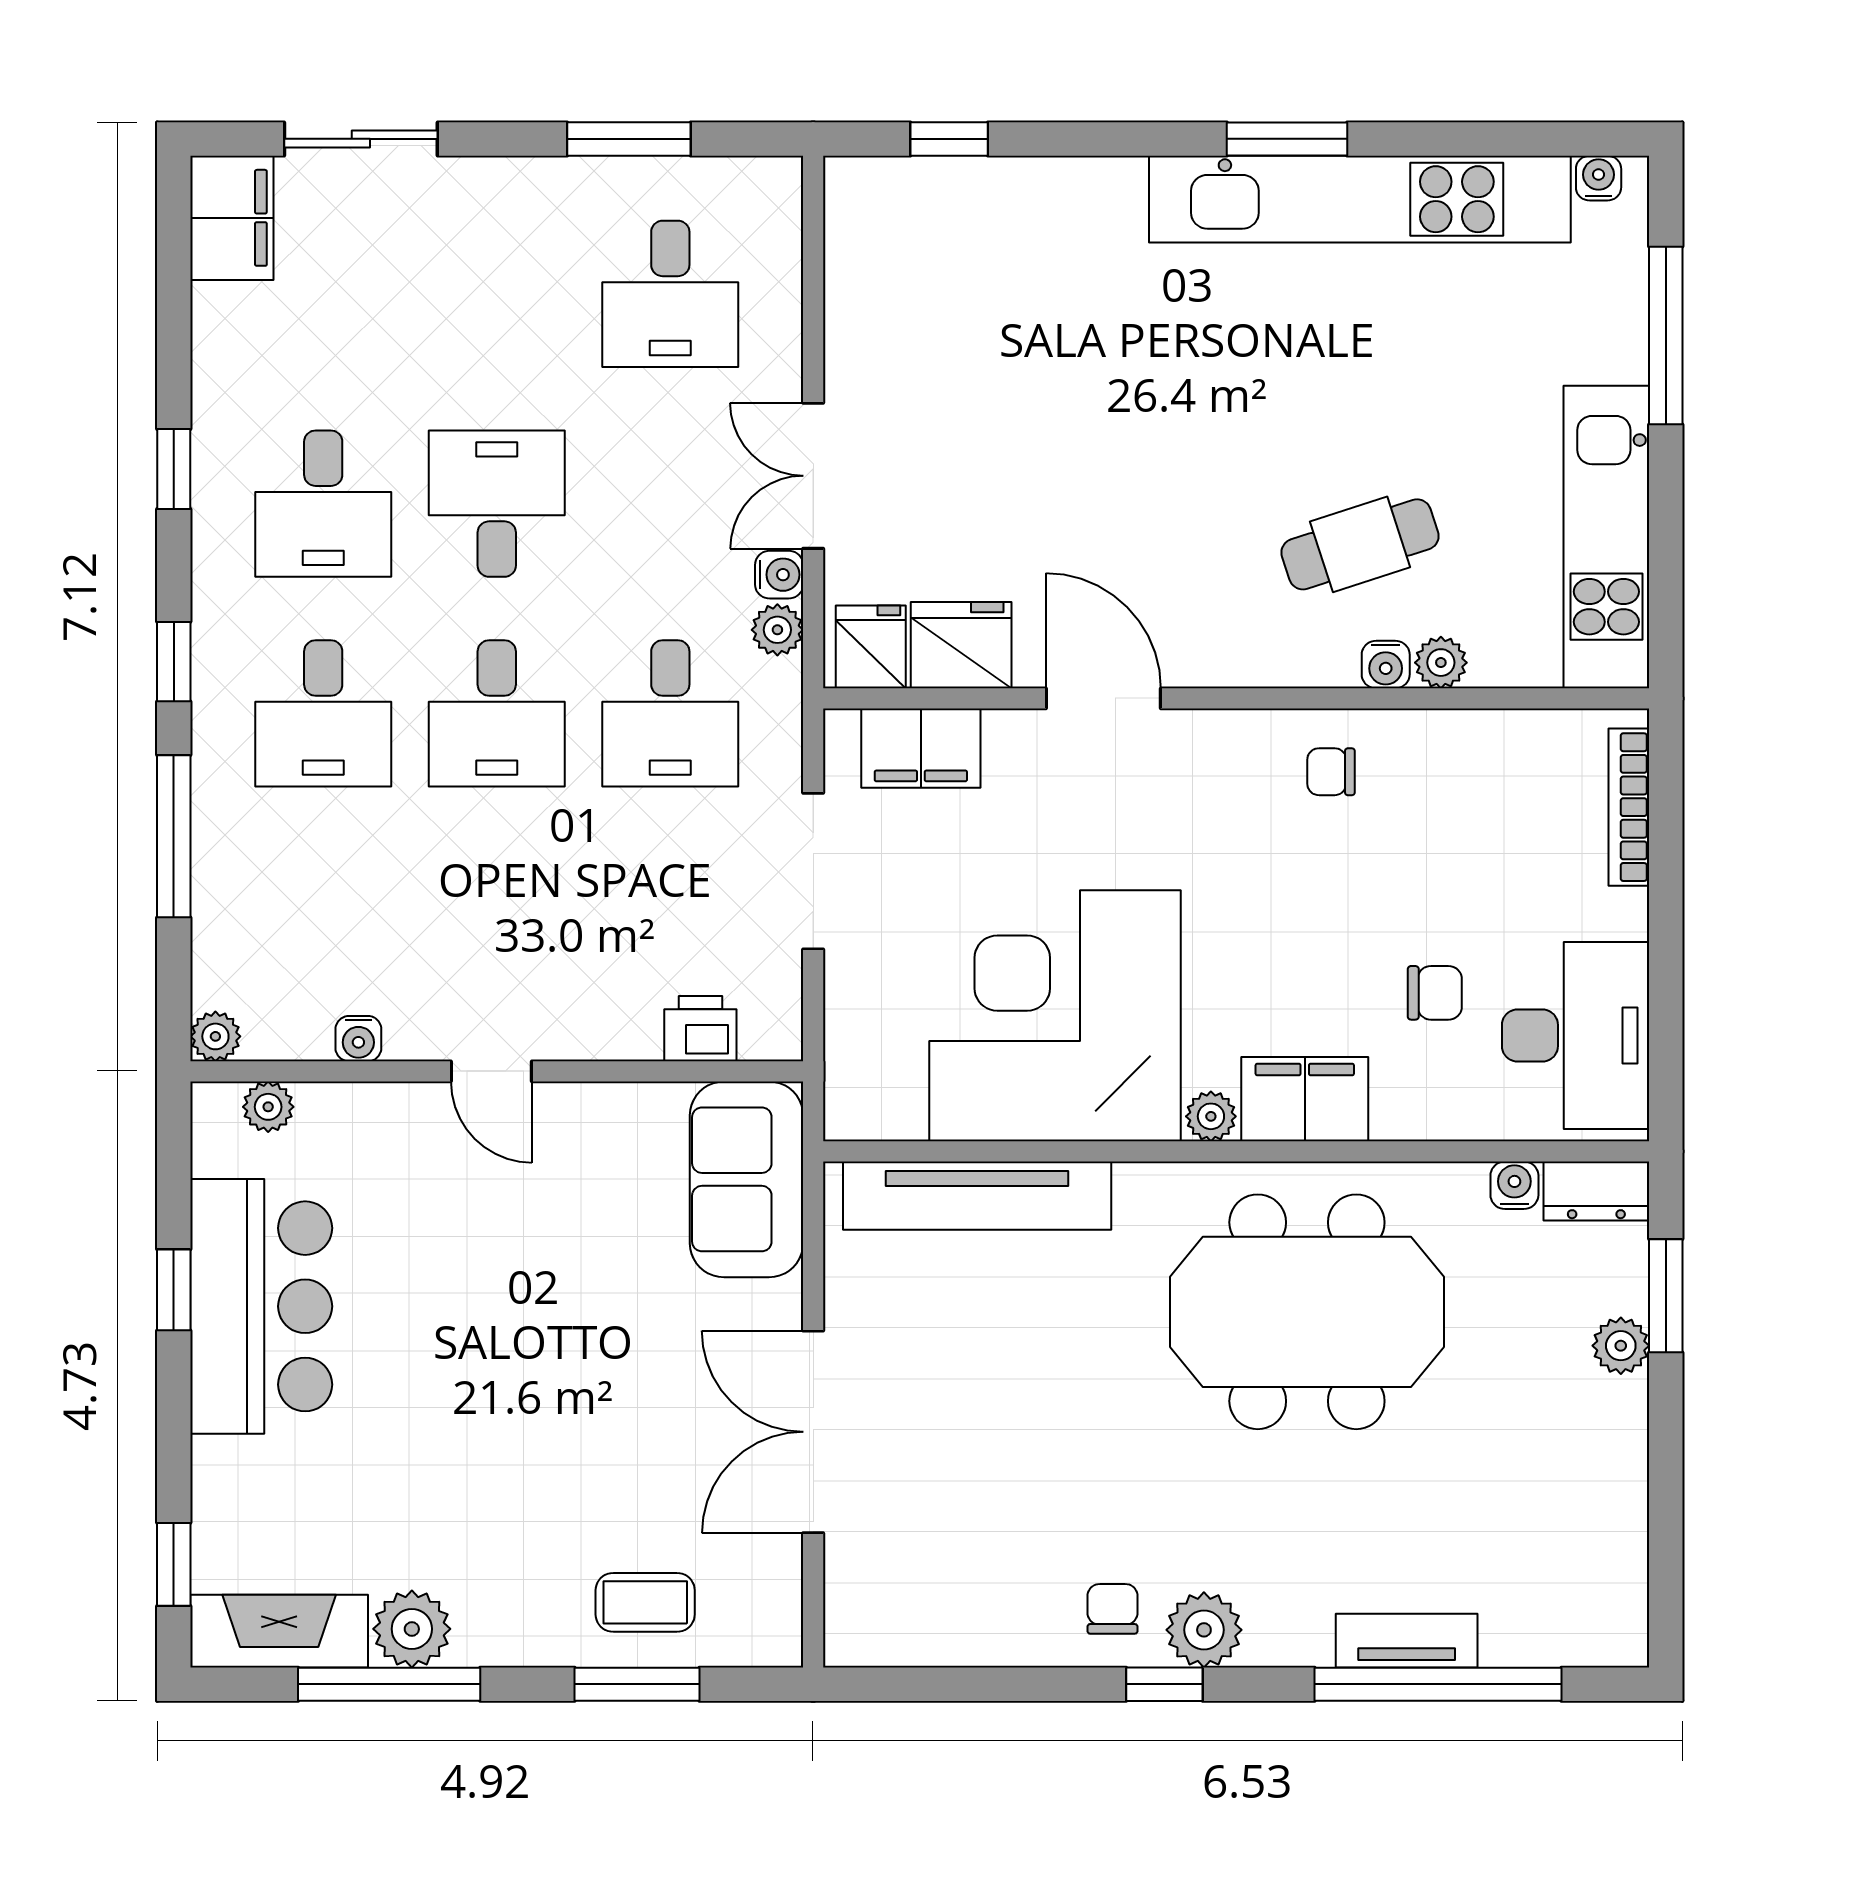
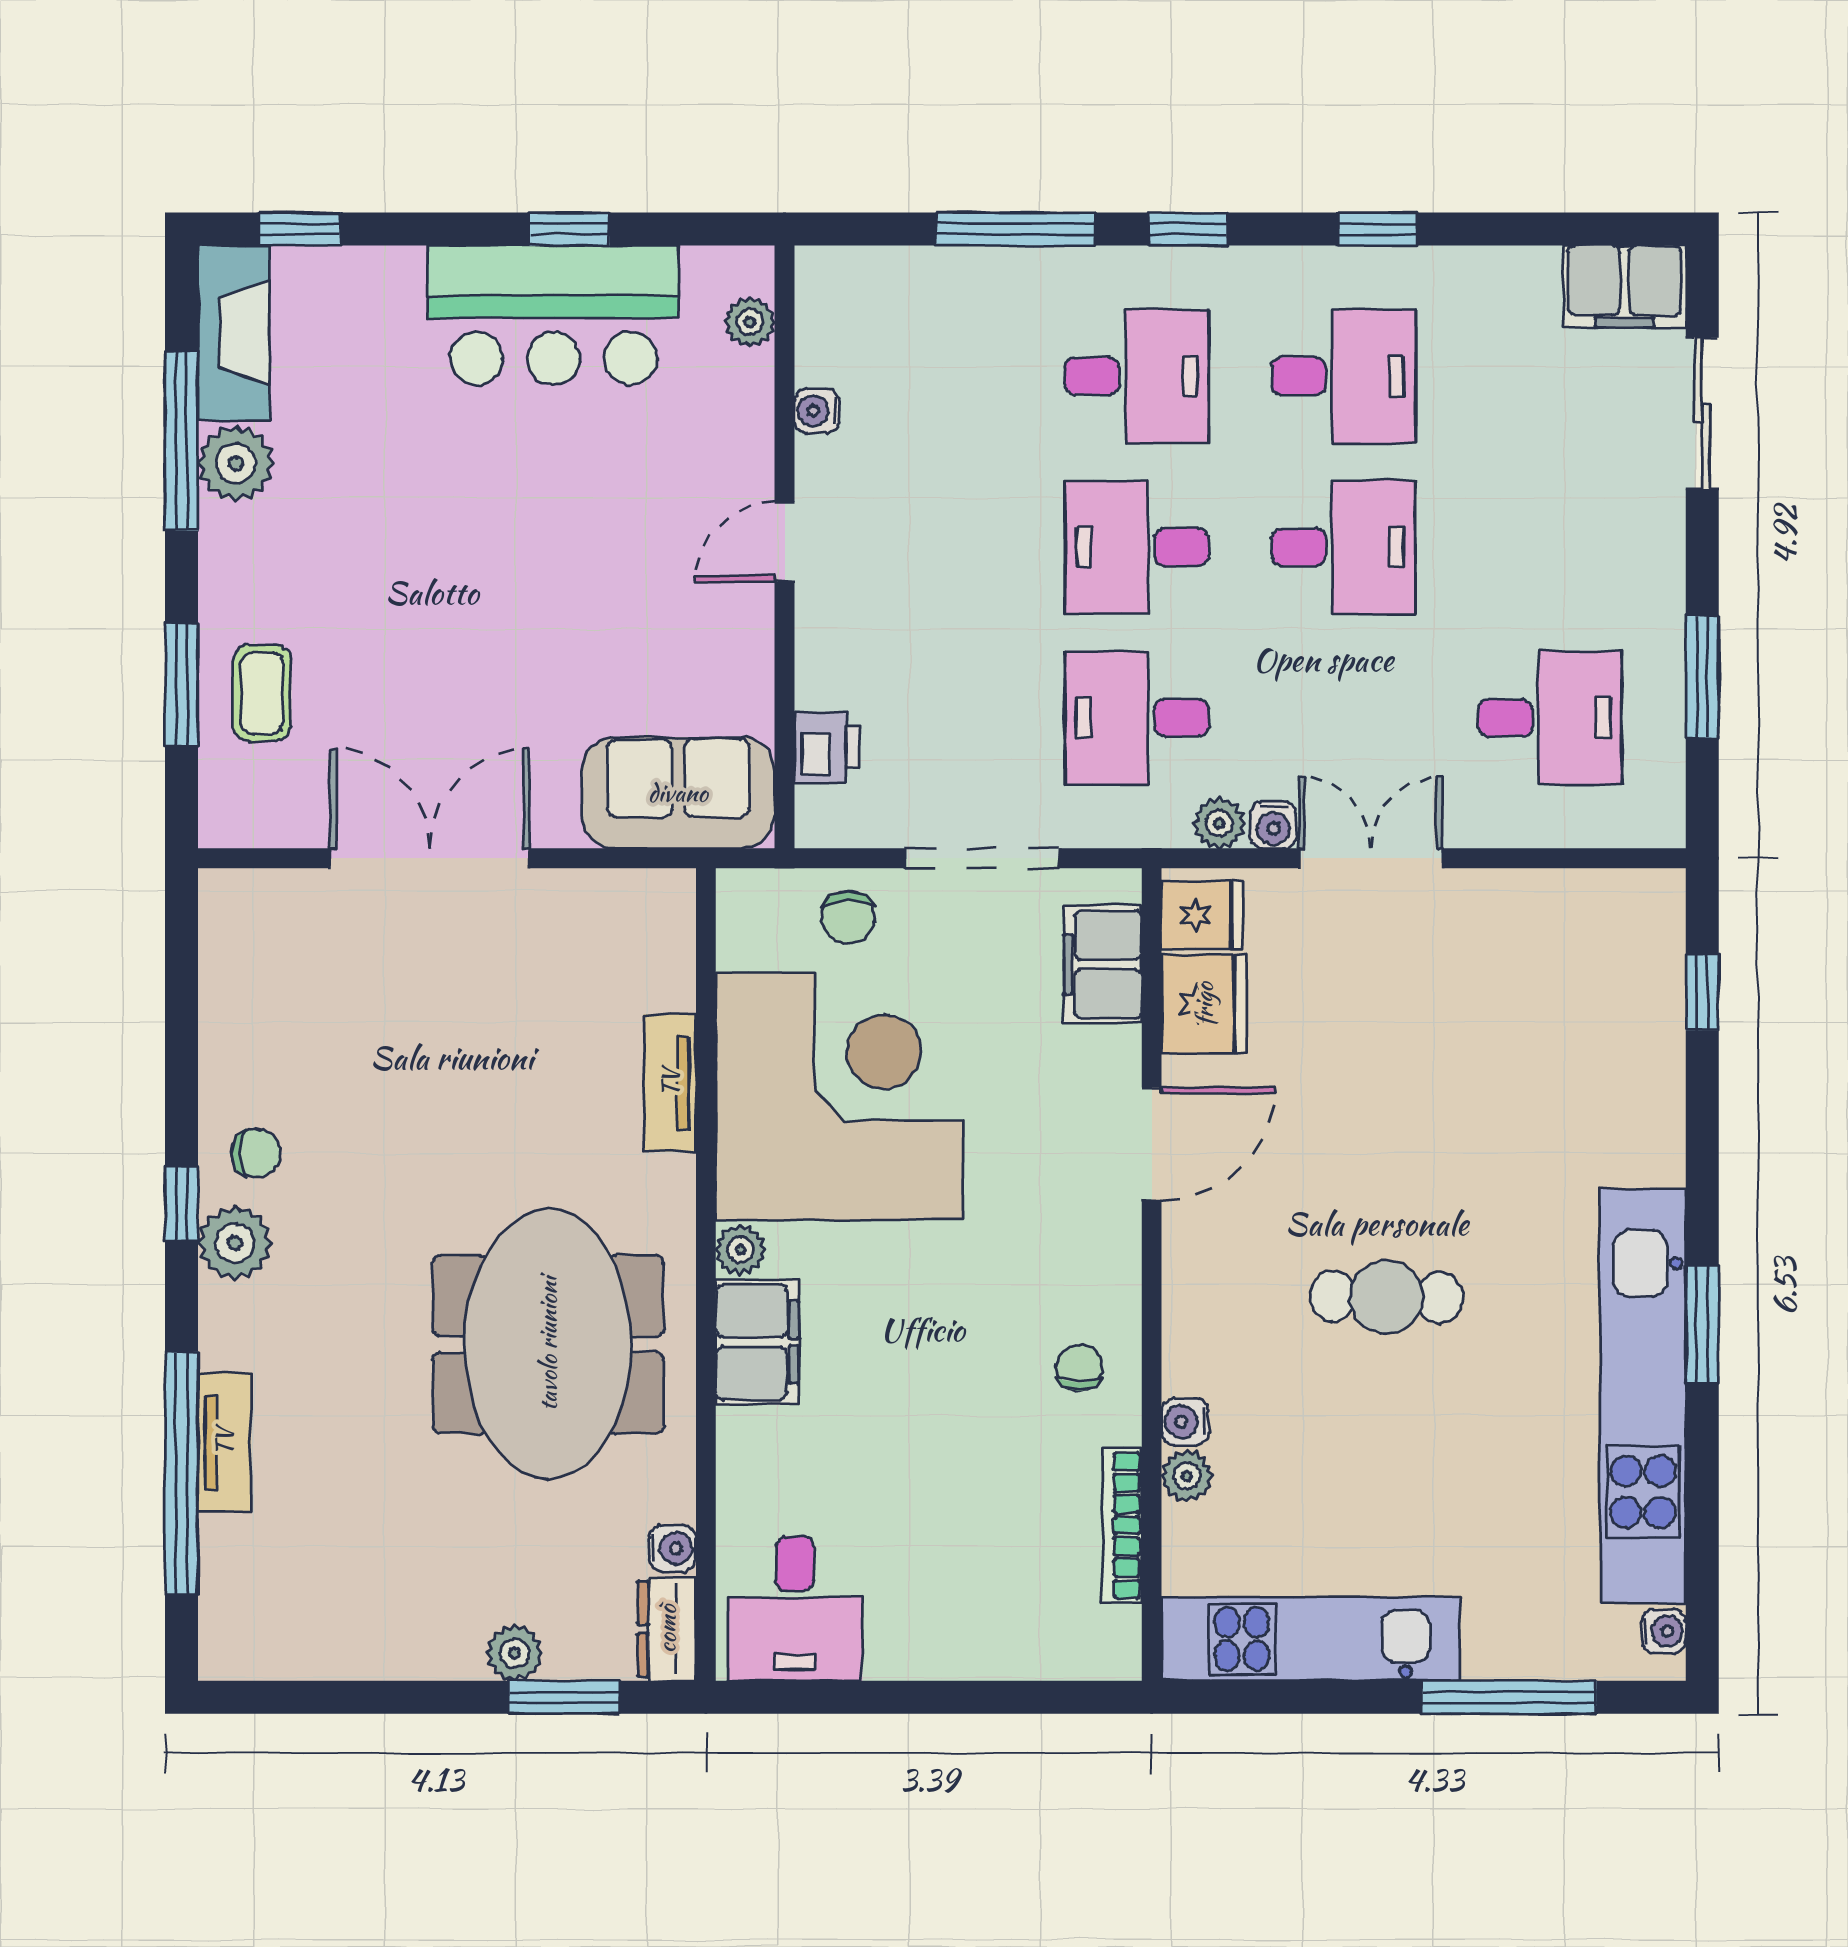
desk: (670, 294) -> (1550, 718), turned 180
desk: (323, 504) -> (1343, 376), turned 180
cafe table: (1360, 544) -> (1386, 1297), moved, turned -71
desk: (323, 713) -> (1137, 376), turned 180
bookcase: (1629, 807) -> (1122, 1525), moved, turned -90
chair: (1435, 993) -> (848, 918), moved
desk: (1576, 1035) -> (795, 1609), width x0.73
plant: (215, 1036) -> (819, 270), removed
tv unit: (977, 1196) -> (670, 1083), width x0.52, depth x0.78

